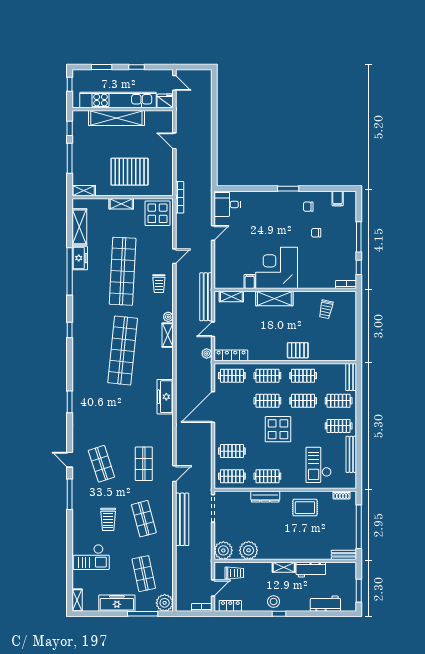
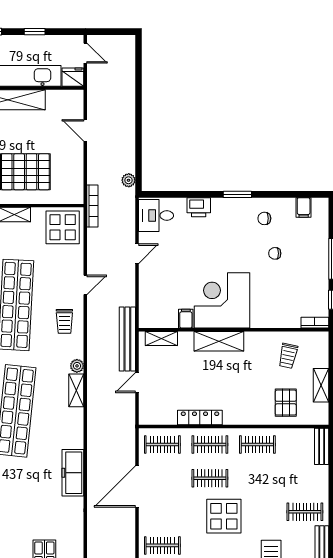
printer: (259, 198) -> (199, 207), added
shelving: (351, 331) -> (321, 385), added
pallet: (298, 350) -> (286, 403), moved, turned 90
plant: (207, 354) -> (129, 180), moved
locker: (231, 355) -> (200, 417), moved
clothes rail: (303, 401) -> (257, 478), removed
clothes rail: (339, 401) -> (305, 478), removed

